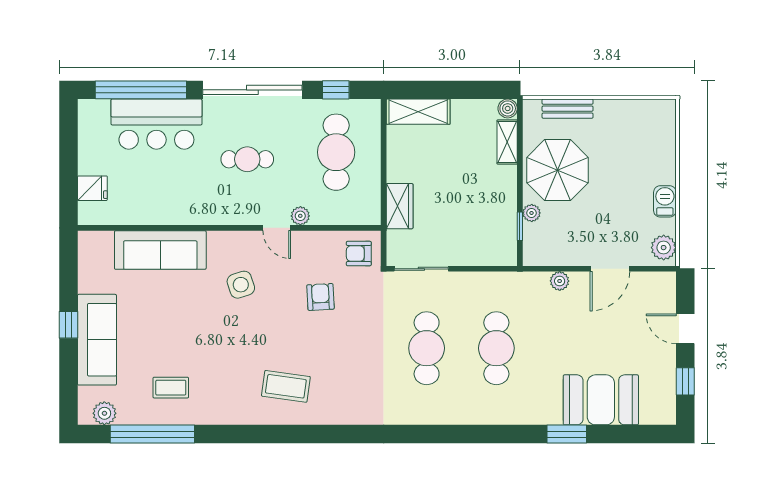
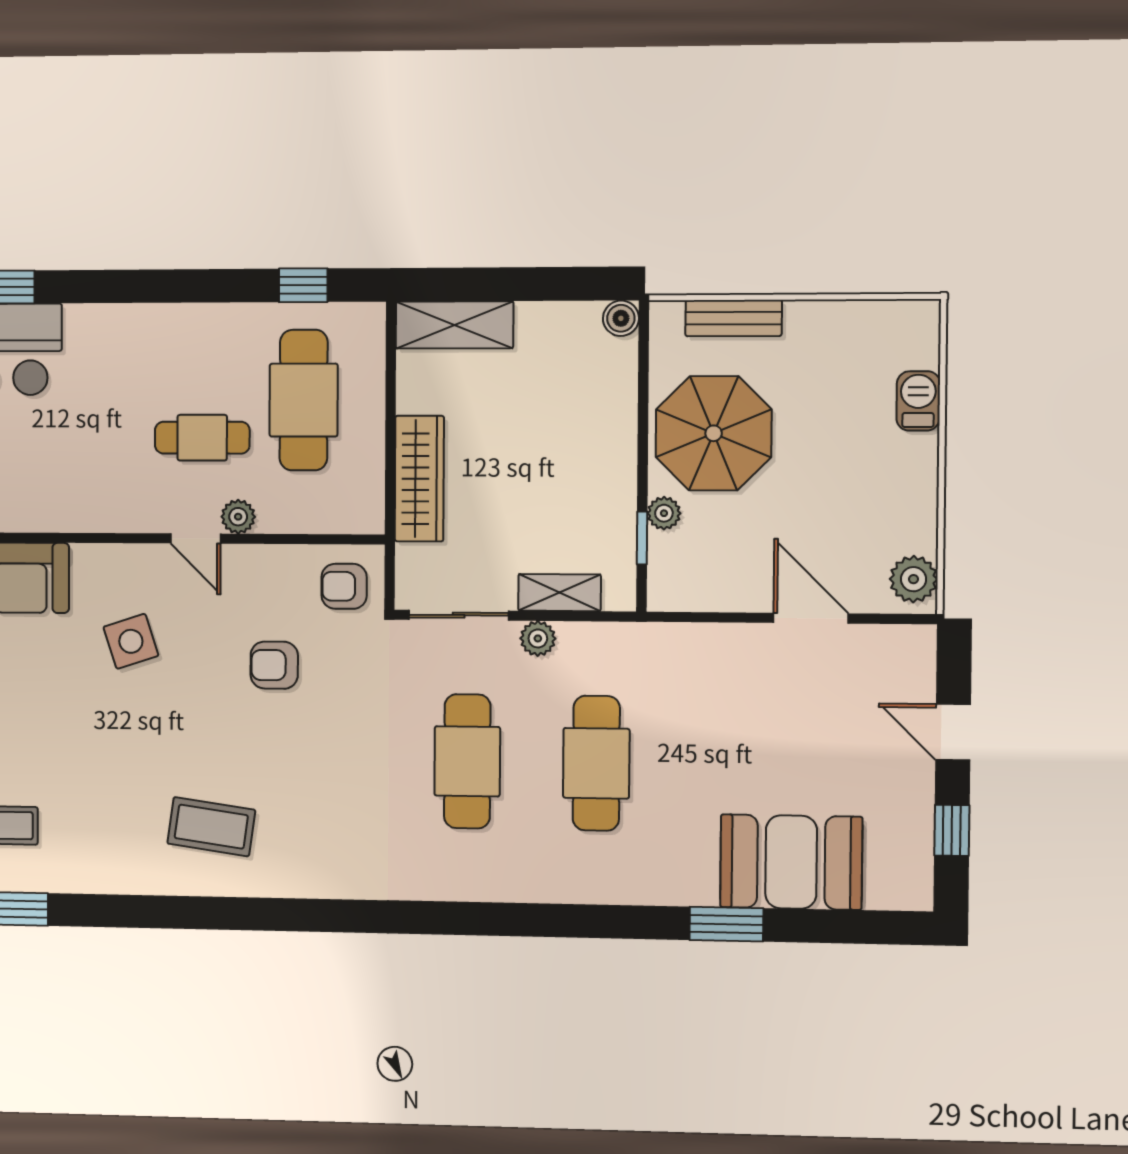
sliding door: (252, 90) -> (152, 286), removed
shelving: (507, 142) -> (559, 593), moved, turned 90
cafe table: (247, 159) -> (202, 438), moved
barbecue: (665, 201) -> (918, 401), moved
wardrobe: (400, 206) -> (419, 479), width x1.50
door: (610, 269) -> (811, 618), swing flipped
plant: (560, 281) -> (538, 638), moved
armchair: (320, 297) -> (274, 665), turned -87

